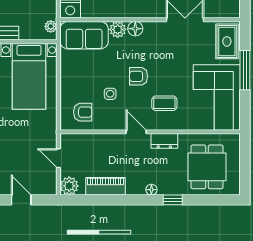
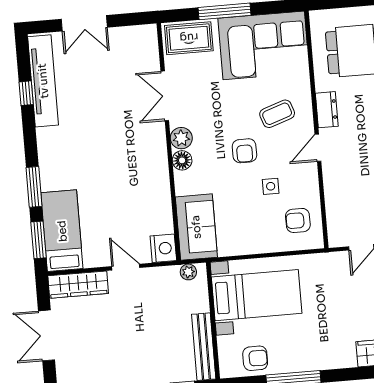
plant: (118, 29) -> (181, 138), moved
coffee table: (164, 103) -> (277, 114), turned 71
armchair: (83, 112) -> (298, 220), turned -90

